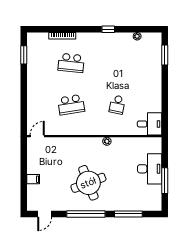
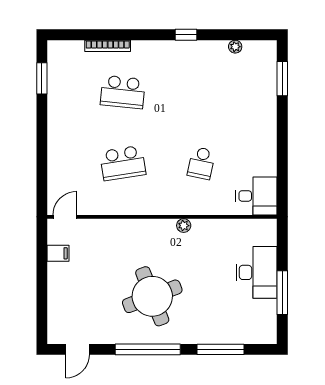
filing cabinet: (33, 179) -> (58, 253), moved

